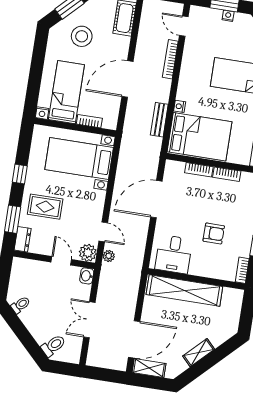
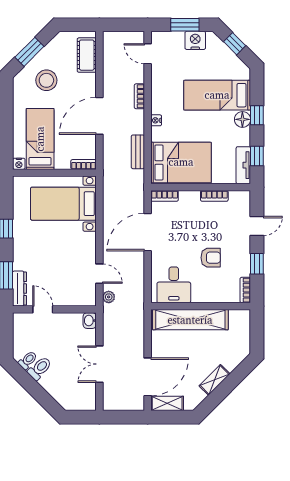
nightstand: (228, 16) -> (195, 40), width x1.89, depth x1.79
bookcase: (170, 59) -> (139, 96), width x0.64
nightstand: (180, 106) -> (156, 120), moved
bookcase: (89, 121) -> (84, 164), moved
bookcase: (199, 170) -> (165, 196), moved
rug: (45, 207) -> (37, 257), removed
dresser: (23, 239) -> (19, 289), width x1.44
plant: (88, 253) -> (87, 297), removed
door: (61, 261) -> (43, 309), moved
toilet: (53, 345) -> (40, 368), moved

